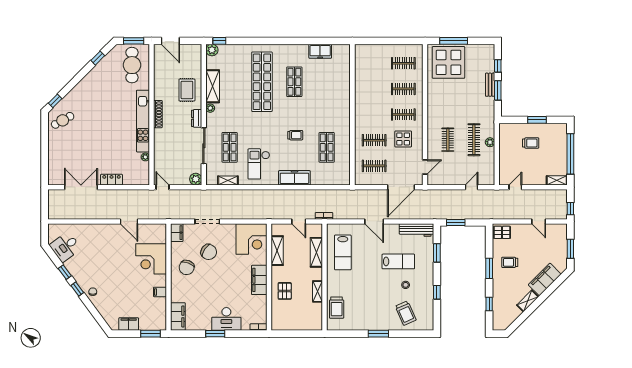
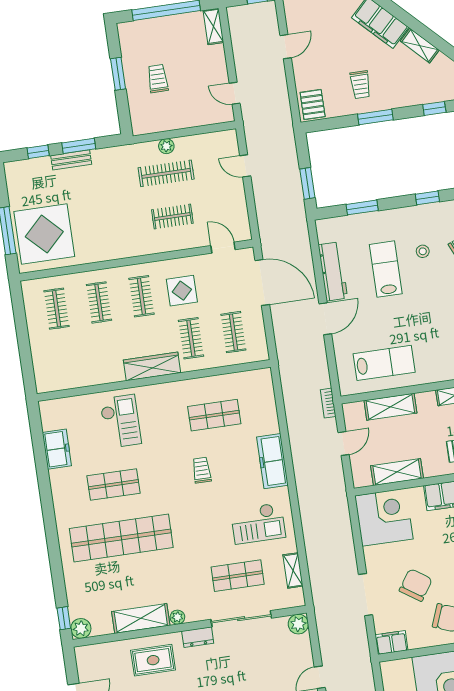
checkout: (331, 91) -> (121, 421), added
wardrobe: (361, 115) -> (152, 366), added
workbench: (417, 230) -> (333, 271), moved

